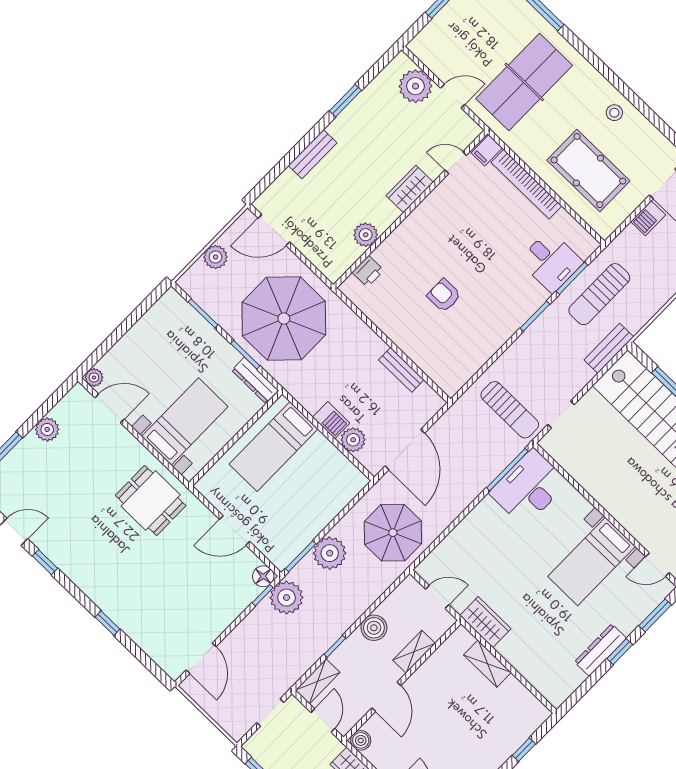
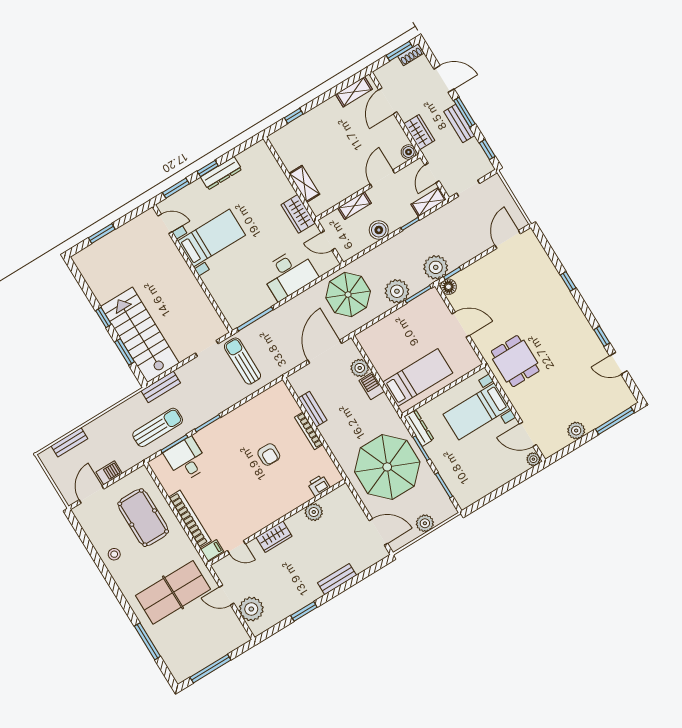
bookcase: (399, 340) -> (309, 431), added
desk: (529, 488) -> (289, 274), moved

